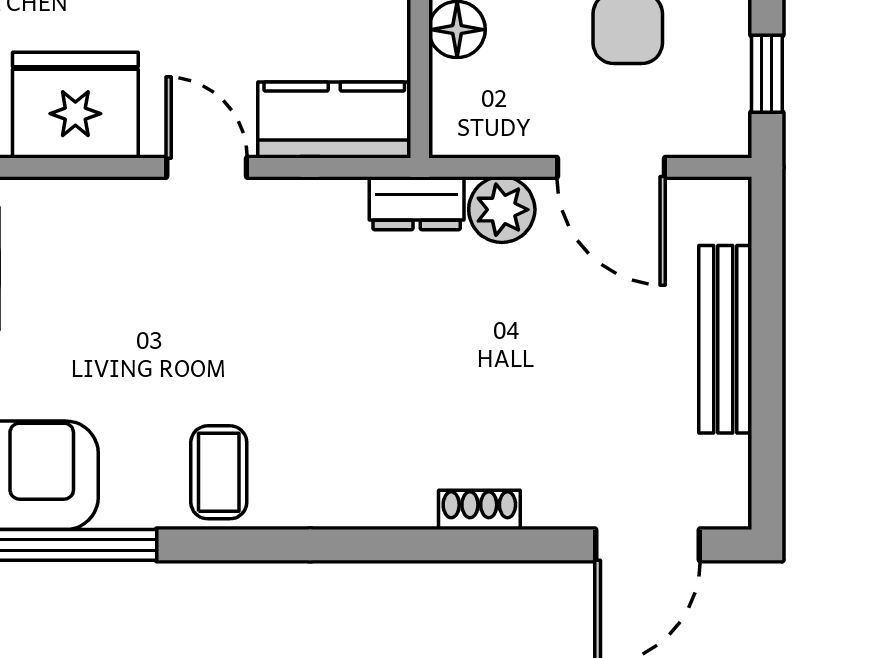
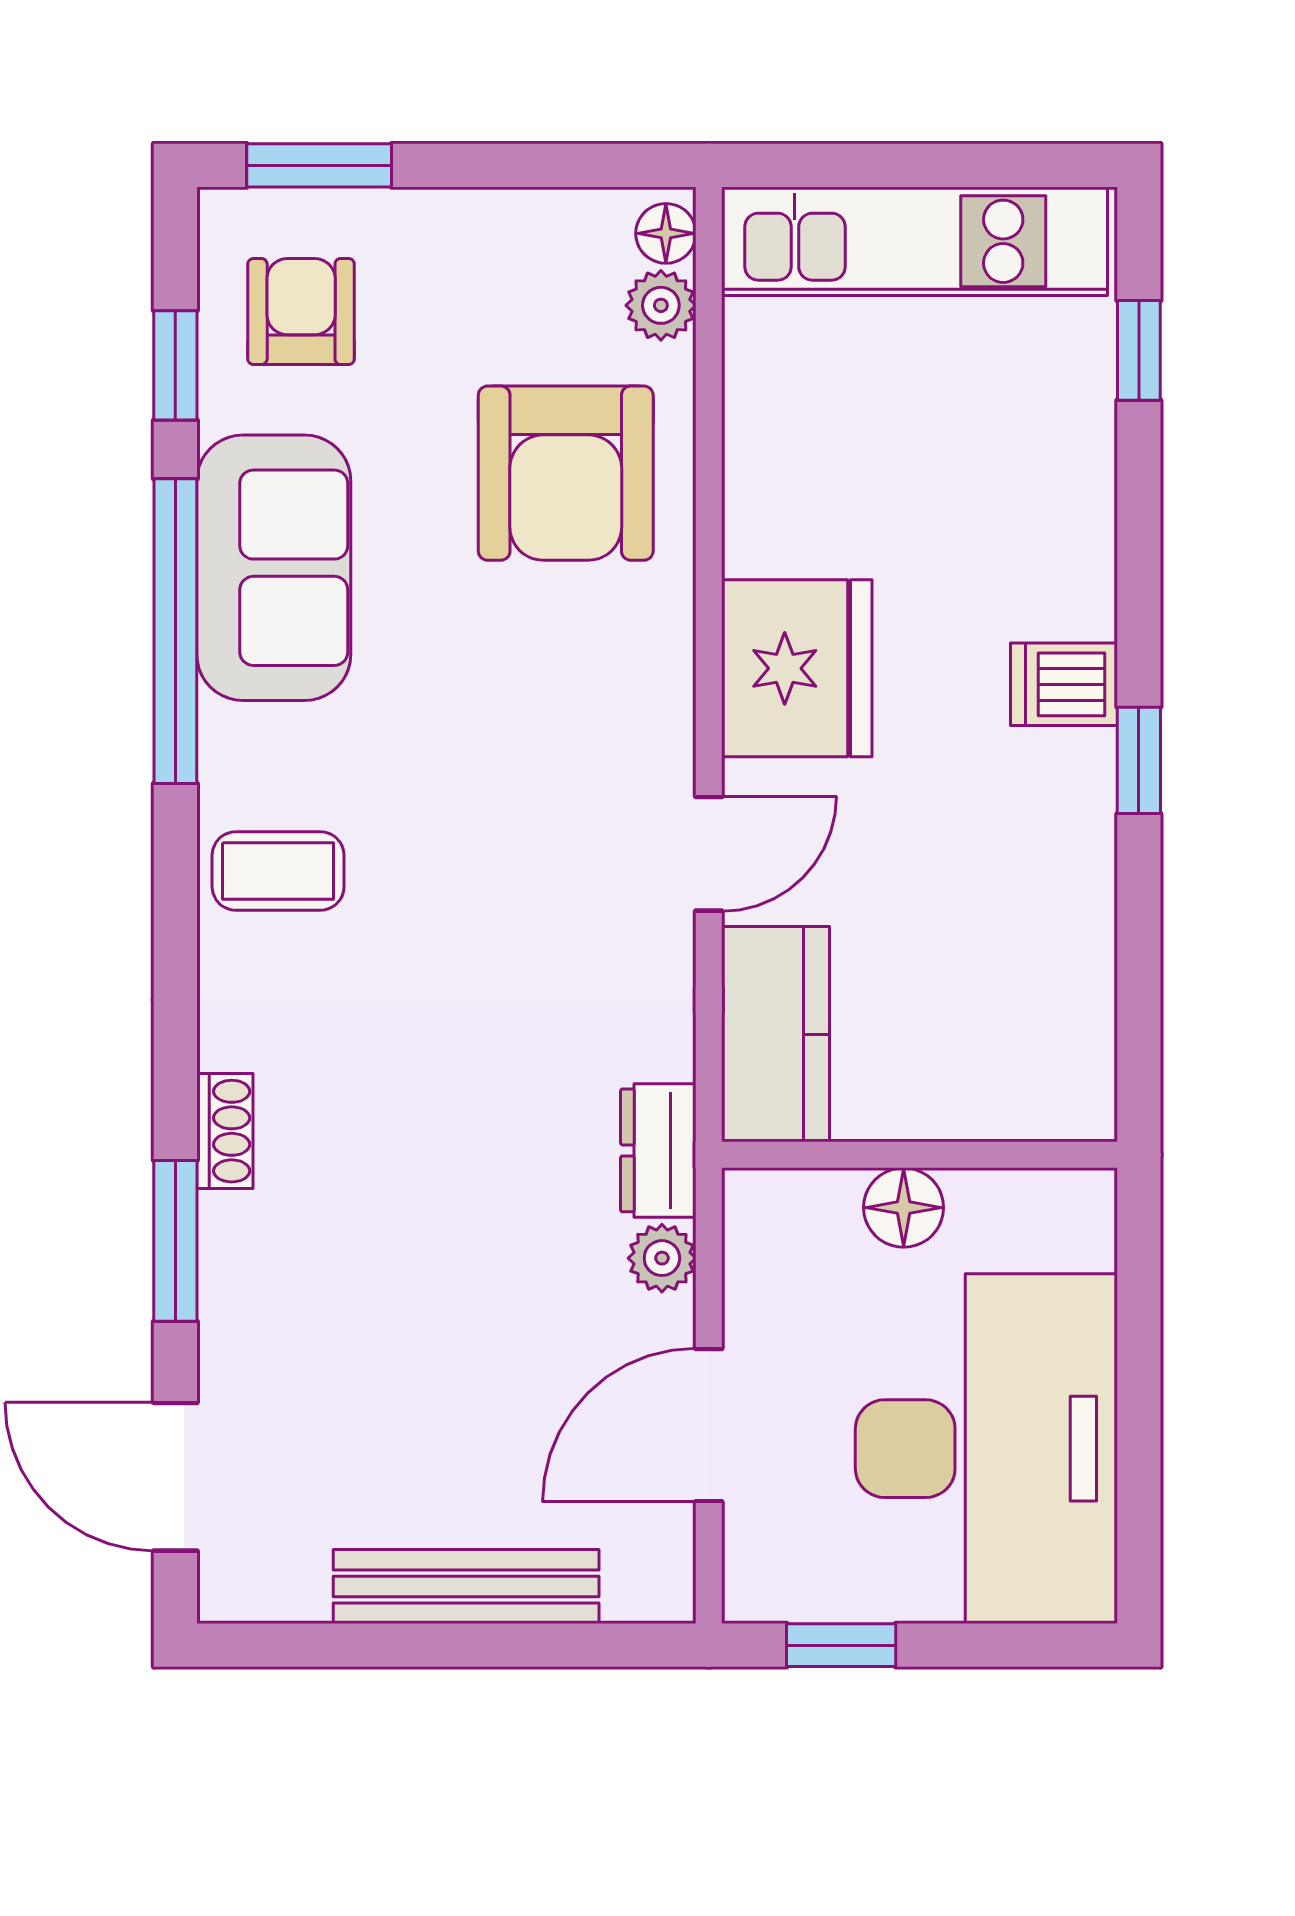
plant: (502, 210) -> (662, 1258), width x0.73, depth x0.73
shoe rack: (479, 510) -> (225, 1131), moved
window: (481, 545) -> (175, 1241), added

